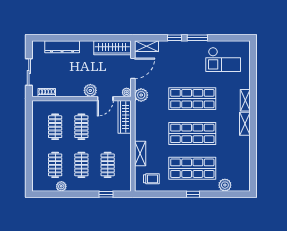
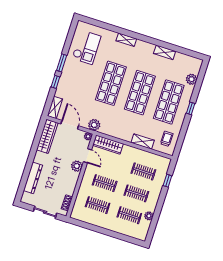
shelving: (245, 124) -> (165, 52), moved

